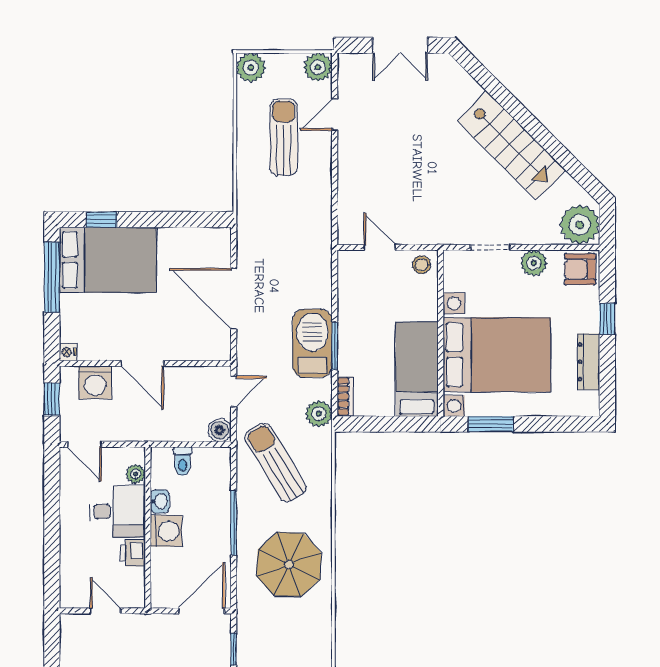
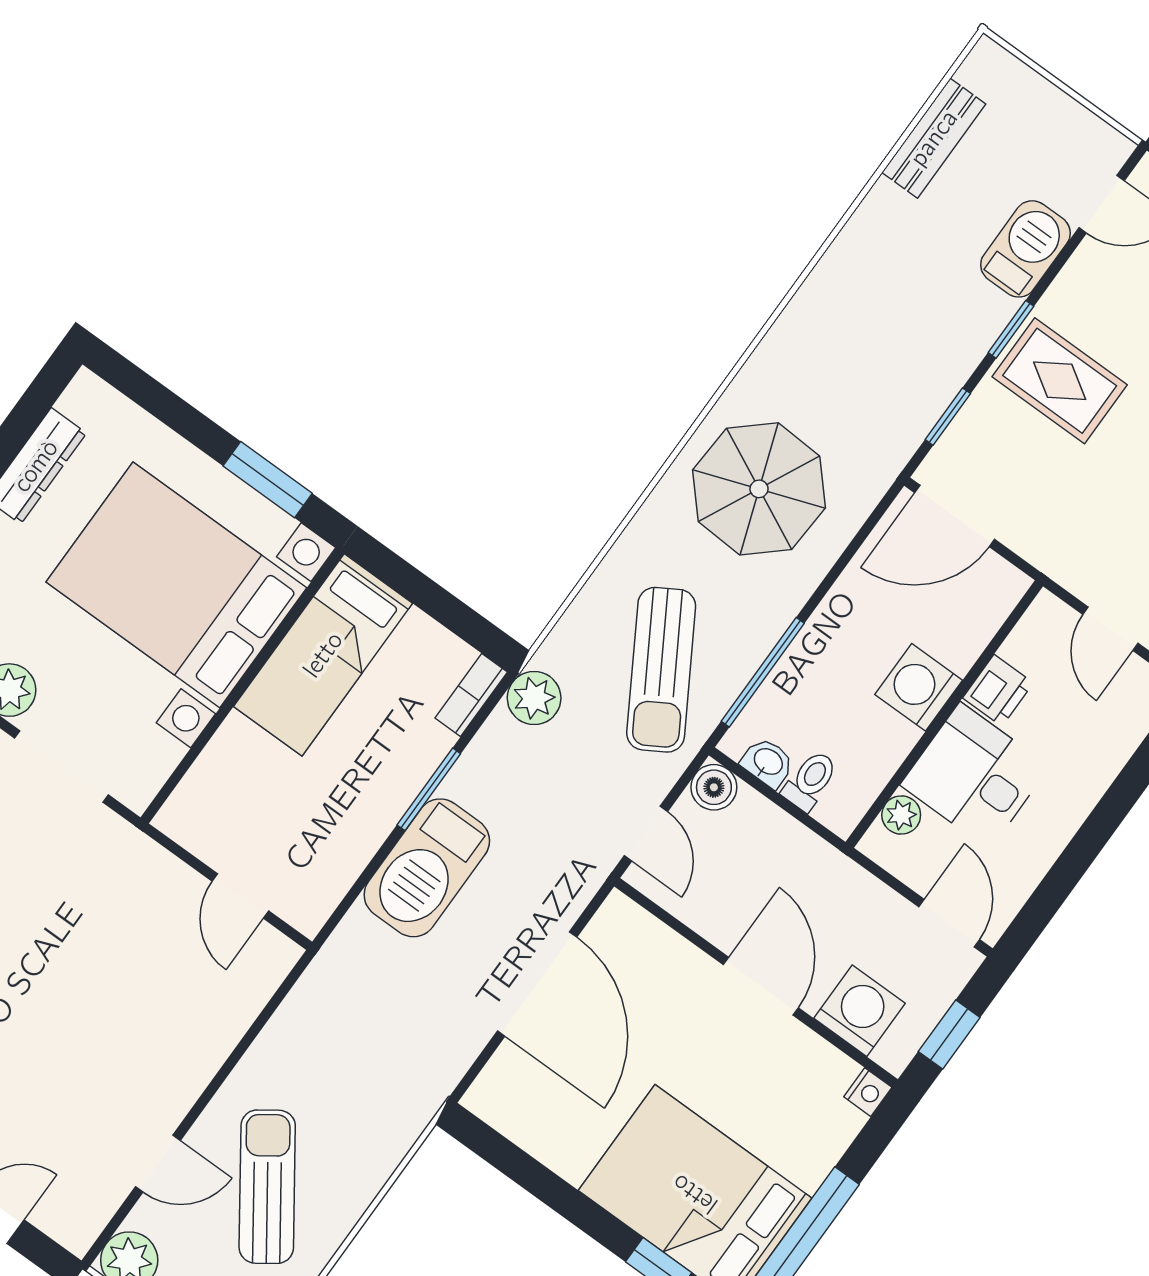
sun lounger: (284, 137) -> (267, 1187), turned 145
doorway: (490, 247) -> (61, 766), width x1.38
stool: (421, 265) -> (193, 819), removed
barbecue: (312, 343) -> (427, 868), moved
door: (234, 392) -> (646, 834), swing flipped
washbasin: (160, 501) -> (768, 762), moved, turned 90
window: (234, 523) -> (763, 672), moved

